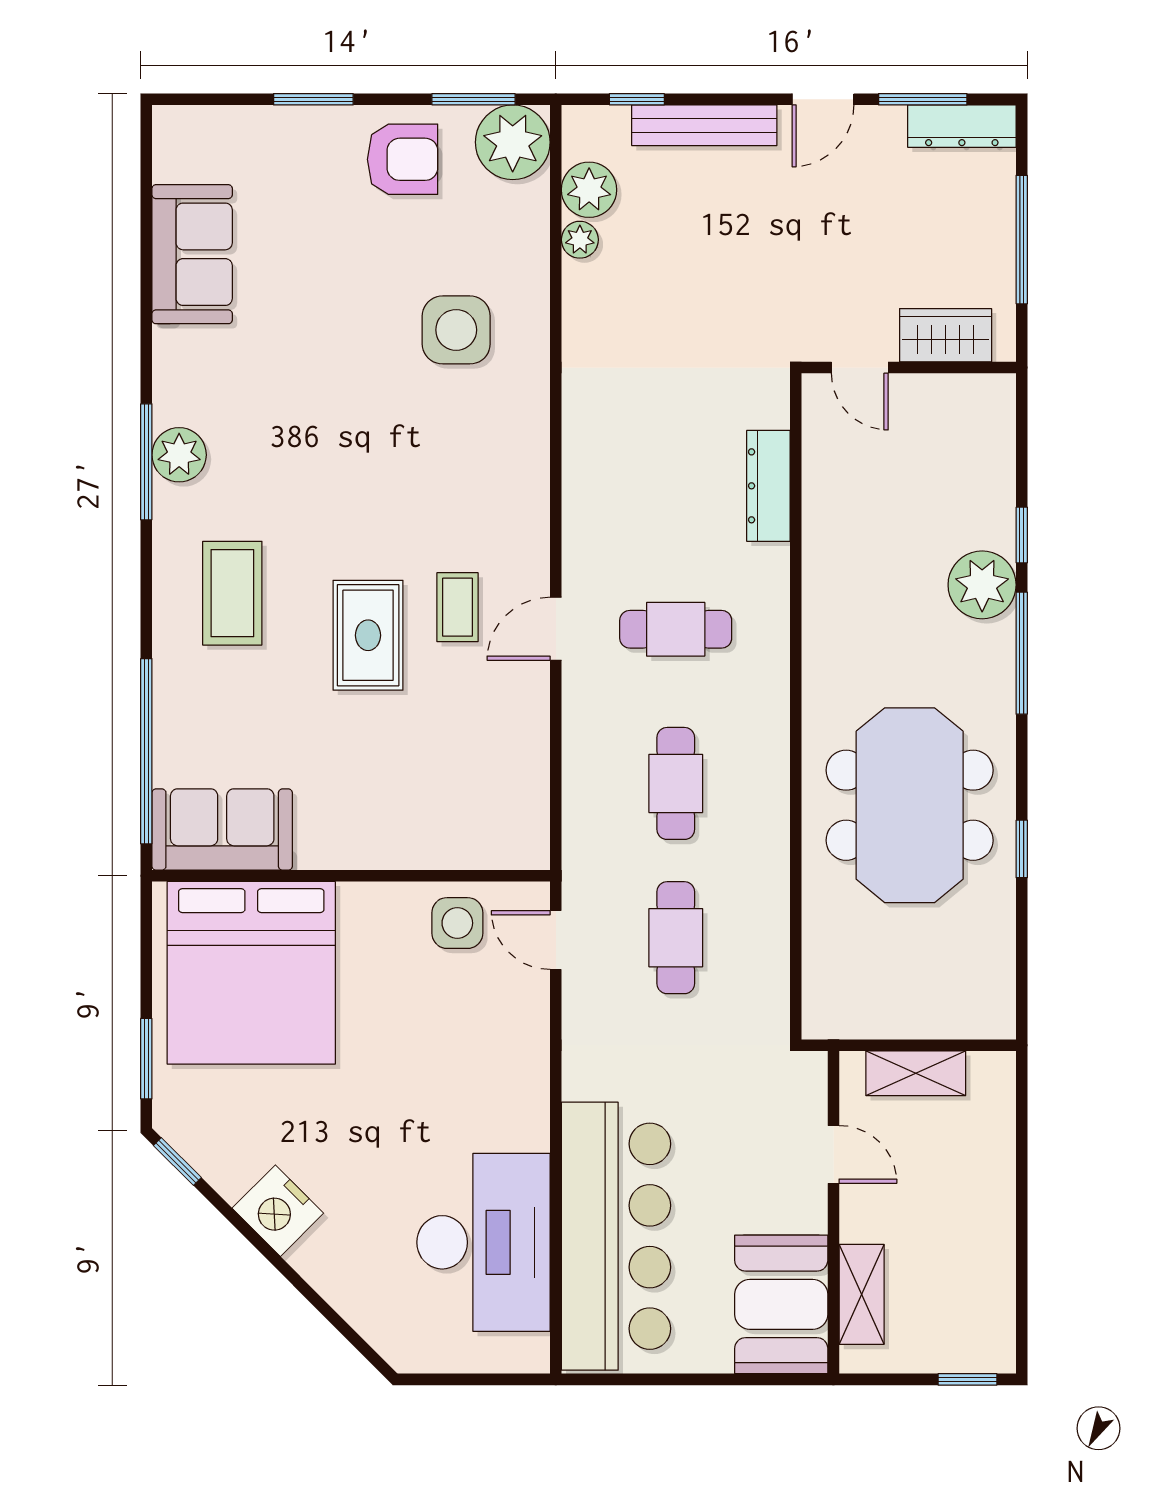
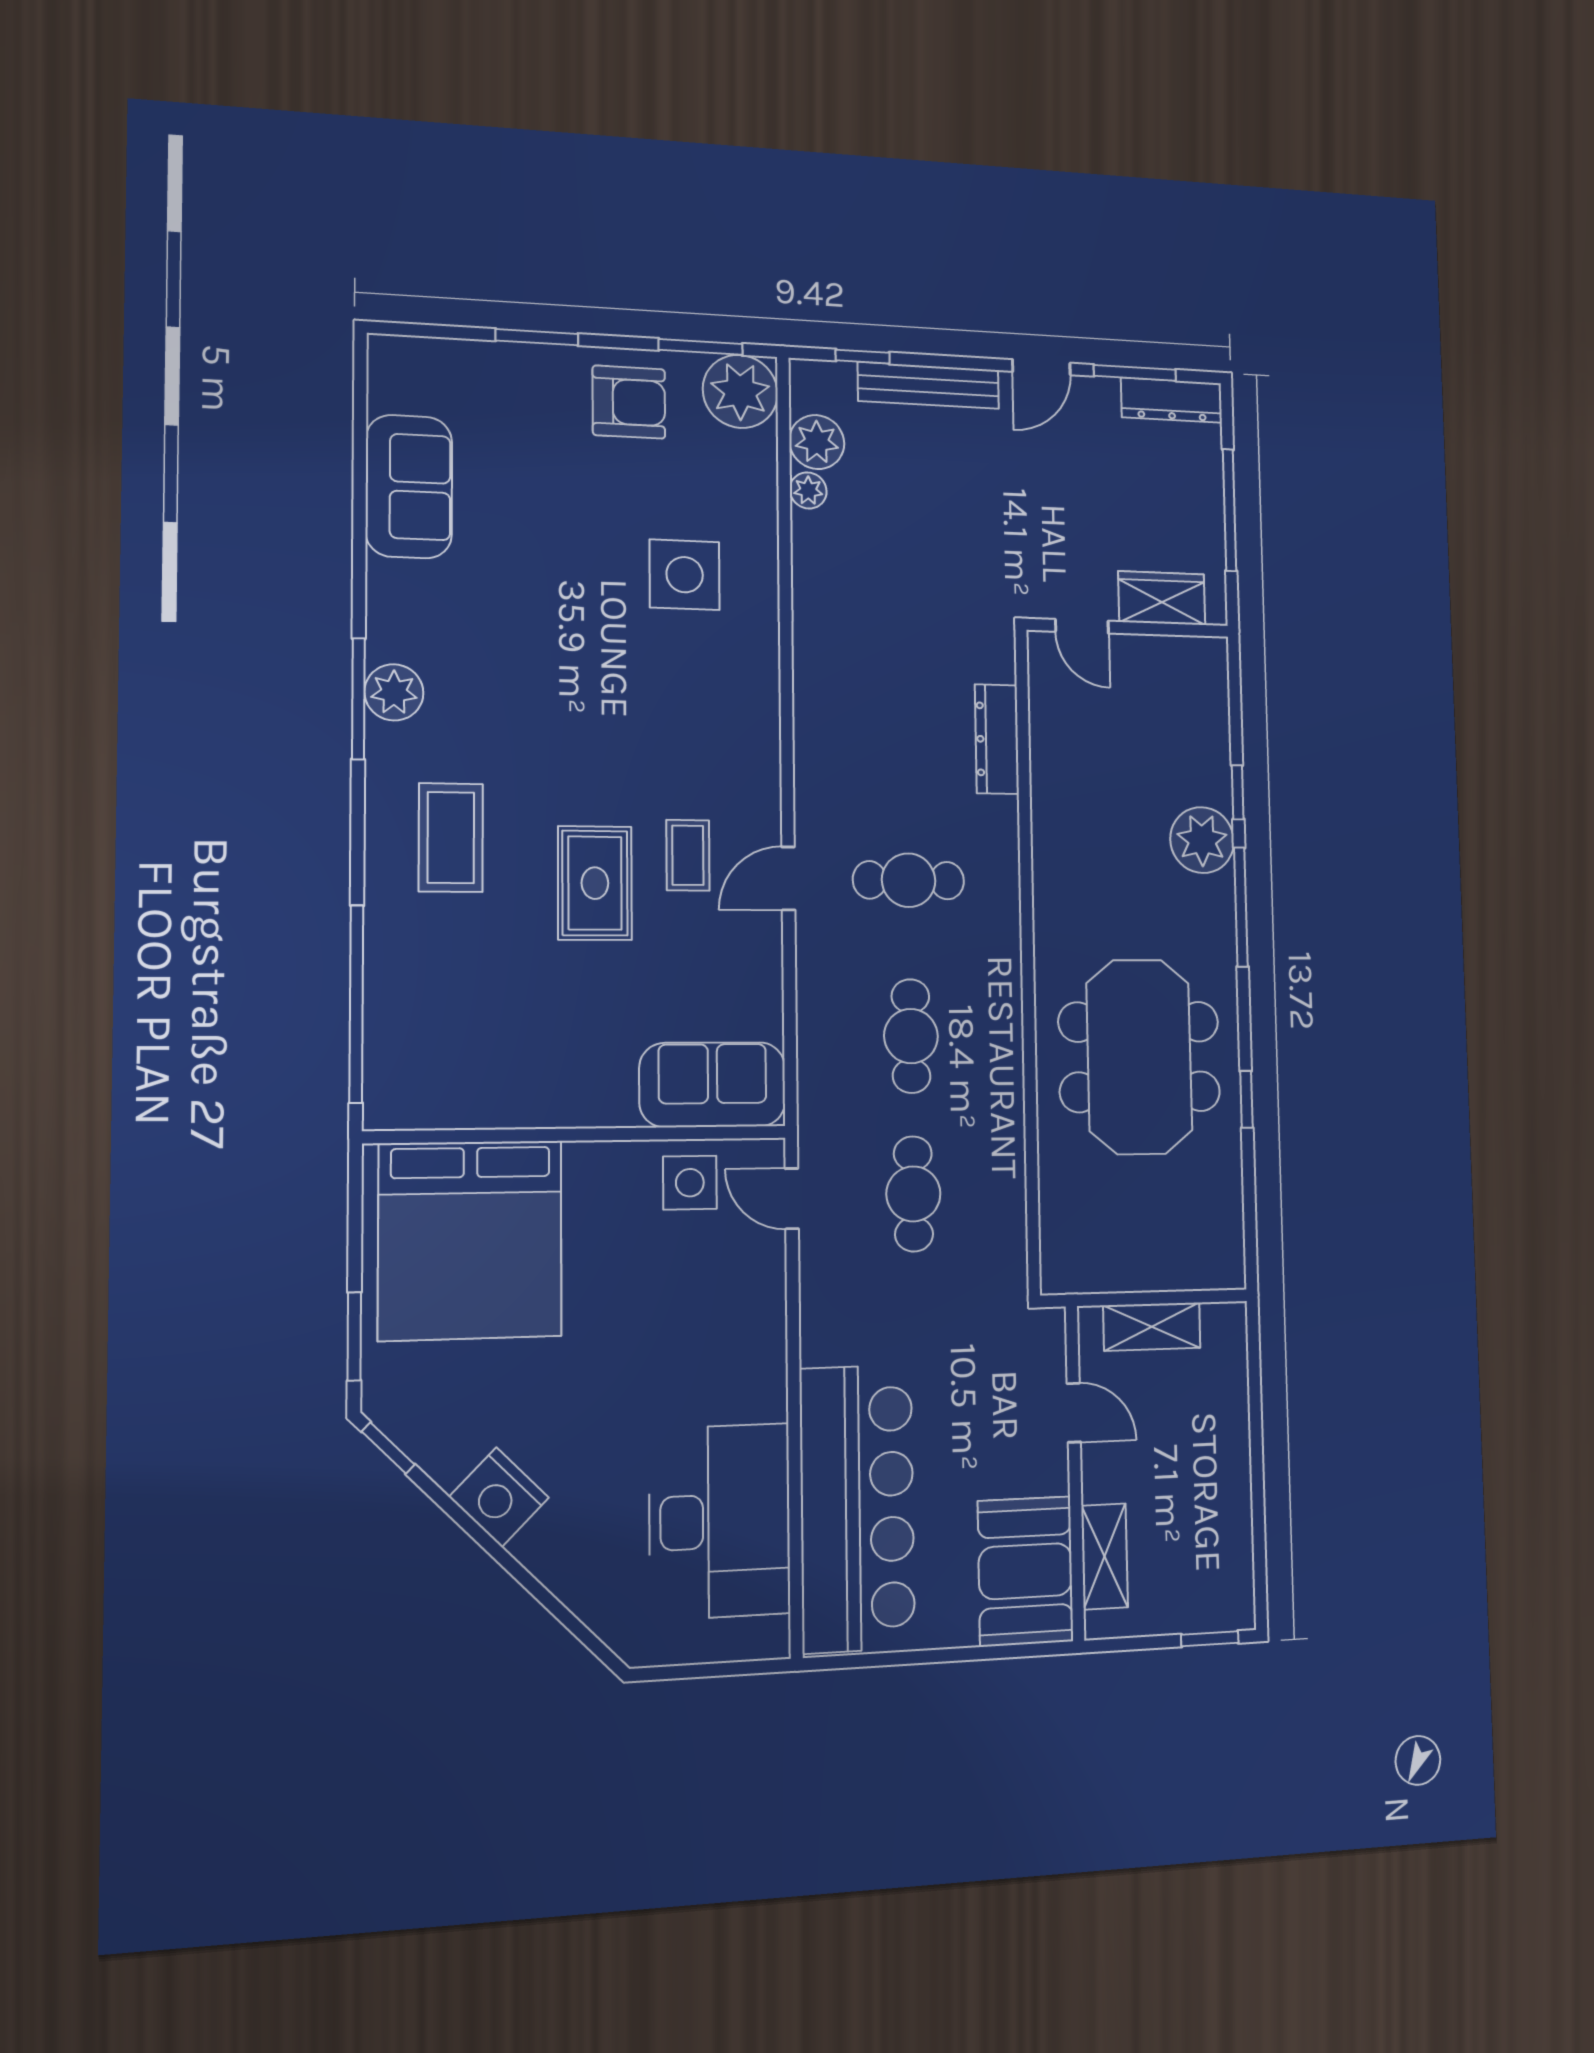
sofa: (222, 830) -> (713, 1085), moved

